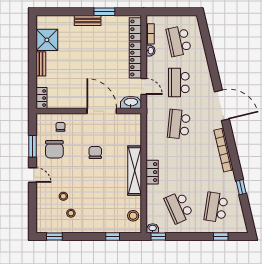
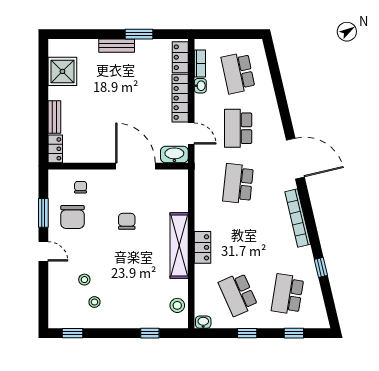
bench: (41, 64) -> (54, 117), moved
window: (158, 236) -> (247, 333), moved

